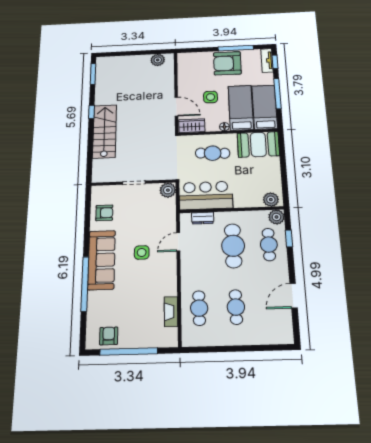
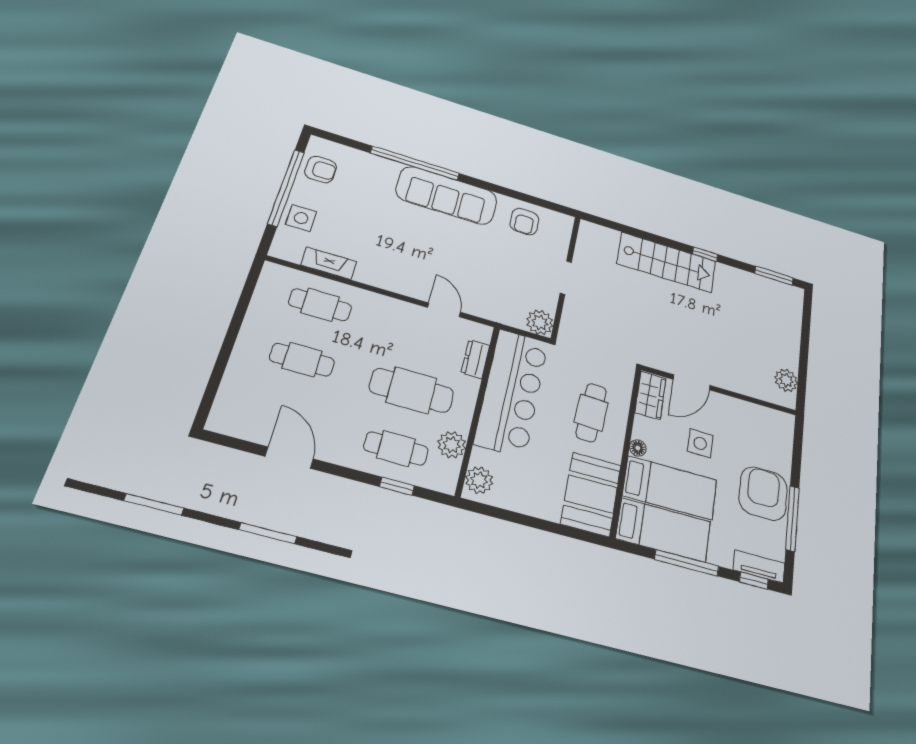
bar counter: (206, 195) -> (512, 392), width x1.36
plant: (276, 217) -> (452, 445), moved
side table: (142, 252) -> (301, 218), moved

